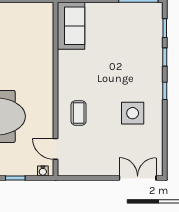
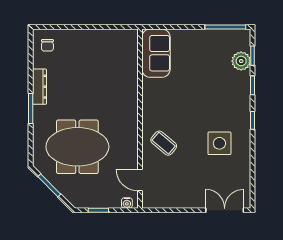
plant: (154, 33) -> (241, 61), added
coffee table: (79, 113) -> (164, 143), turned -50

